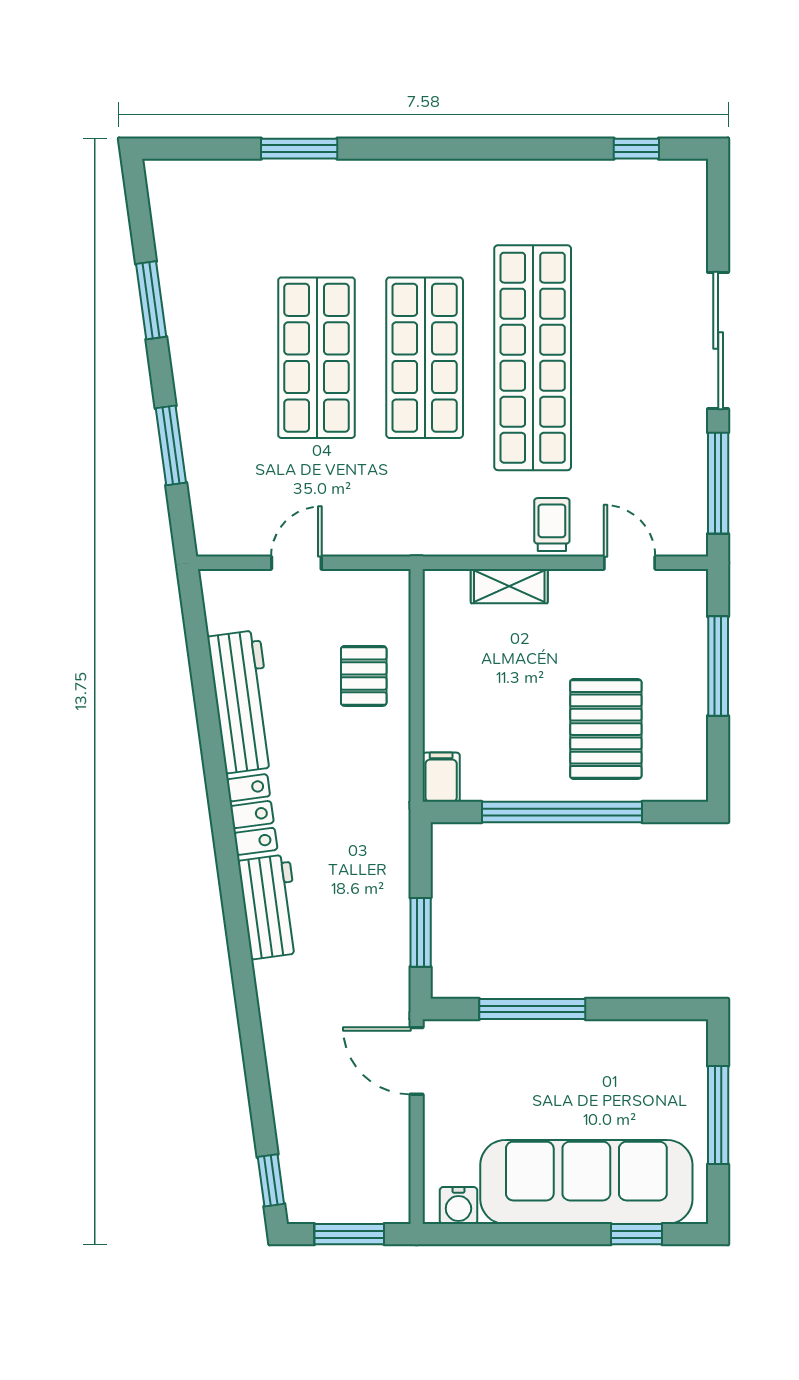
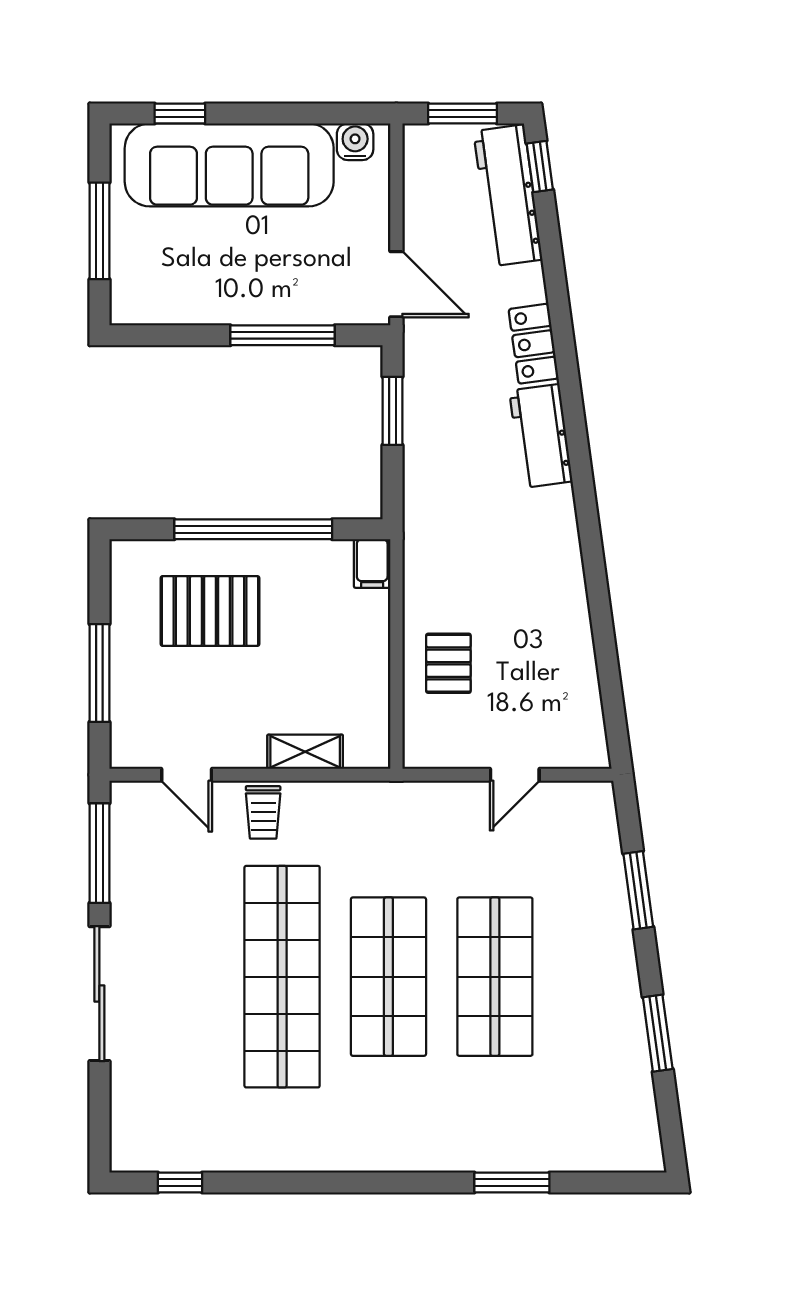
workbench: (242, 702) -> (508, 195), moved
pallet: (606, 729) -> (210, 611), turned 90
locker: (252, 815) -> (534, 344), moved

